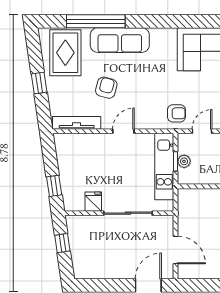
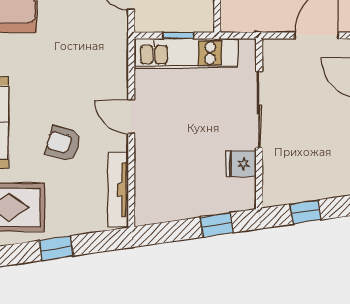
armchair: (176, 113) -> (103, 34), removed
plant: (184, 161) -> (178, 22), removed

